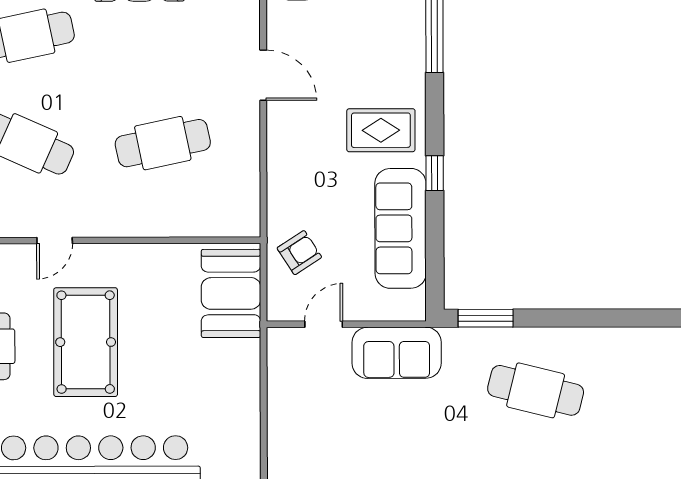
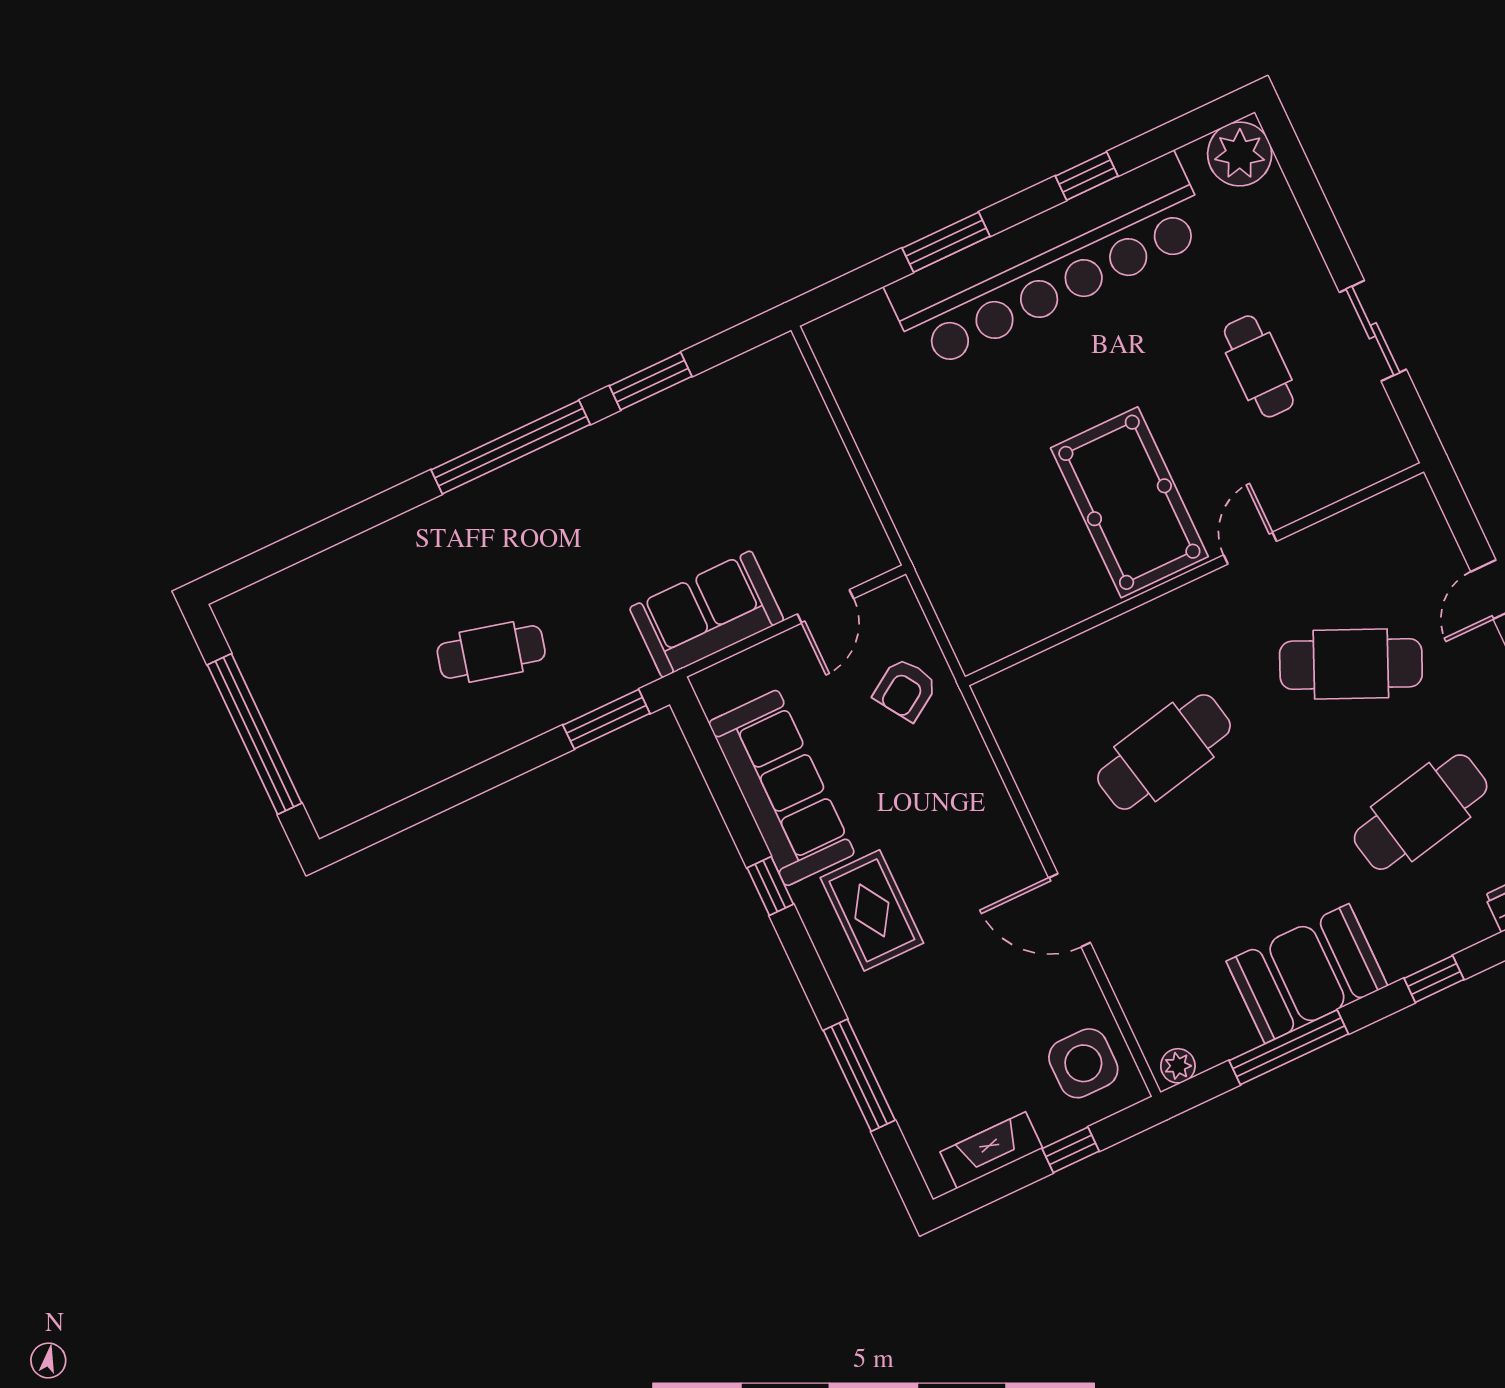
rug: (381, 130) -> (872, 910), turned 90
booth: (231, 293) -> (973, 589), removed
pool table: (86, 342) -> (1129, 502), moved
cafe table: (536, 390) -> (491, 652), width x0.73, depth x0.74

